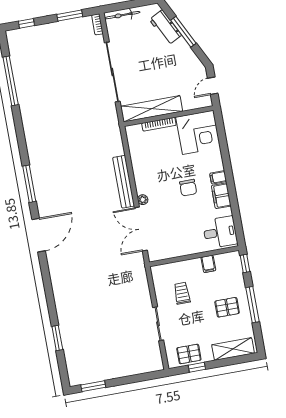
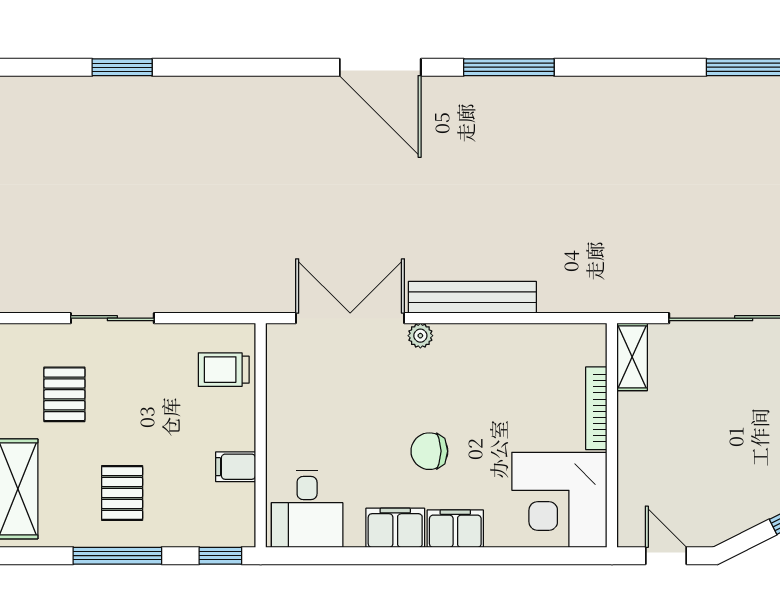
shelving: (152, 109) -> (632, 357), width x0.45, depth x0.75
filing cabinet: (218, 177) -> (455, 529), width x2.00
trolley: (182, 293) -> (224, 370), moved, turned 180
pallet: (189, 354) -> (64, 394), moved

